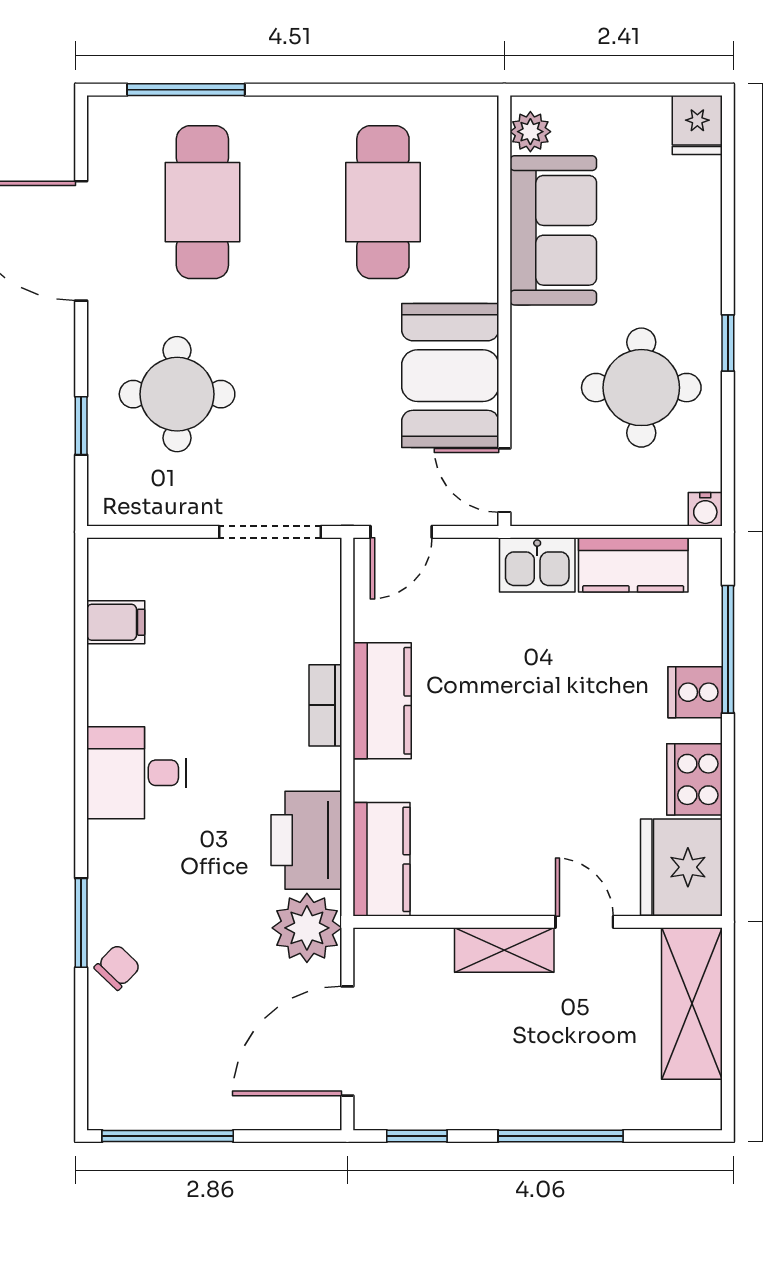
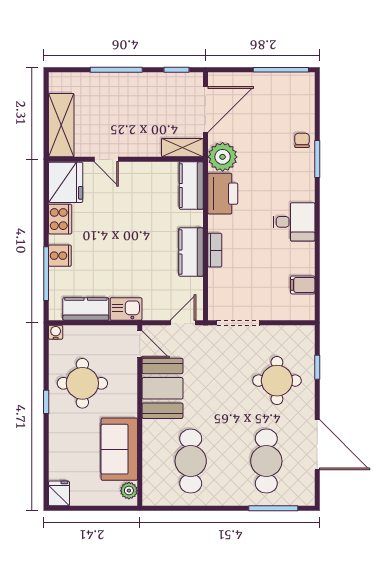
shelving: (504, 950) -> (182, 148), moved
chair: (117, 967) -> (302, 140), turned 136

